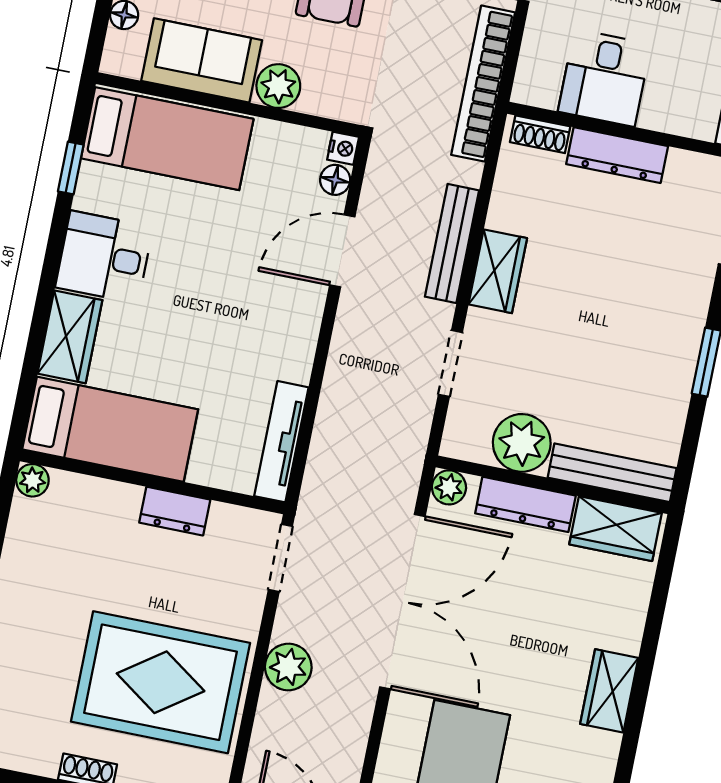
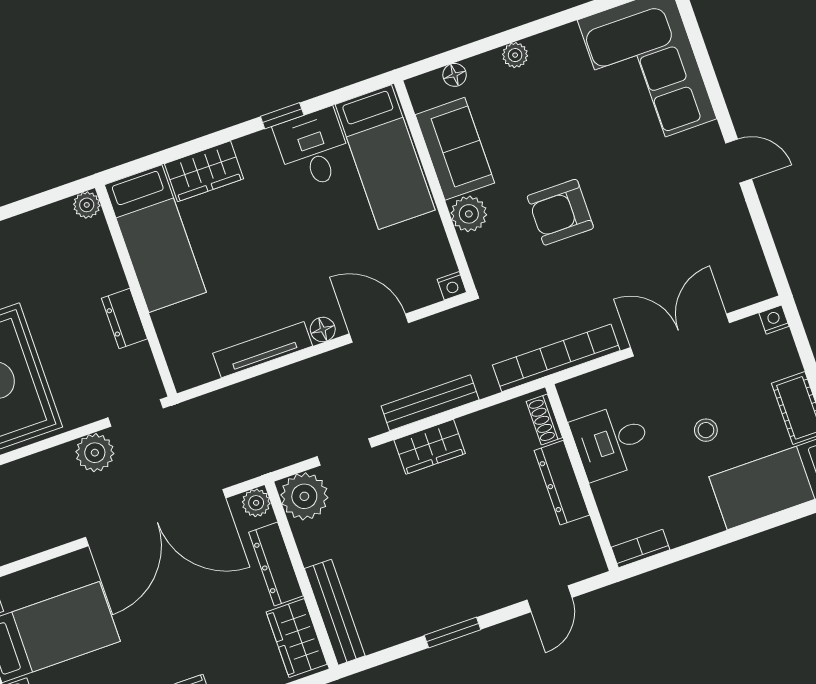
window: (71, 168) -> (282, 116), moved
floor lamp: (335, 180) -> (323, 329), moved
desk: (104, 257) -> (313, 149), moved
tv unit: (281, 442) -> (263, 350), moved
plant: (522, 443) -> (304, 496), moved
plant: (288, 667) -> (95, 453), moved

